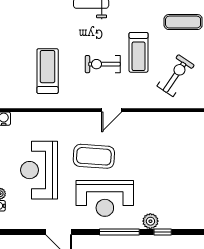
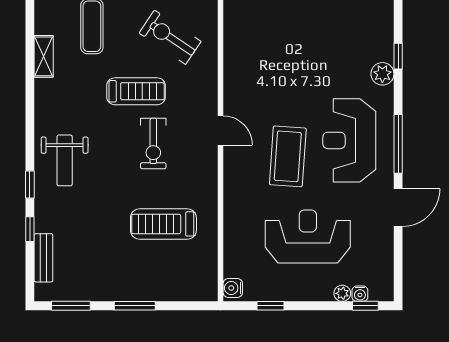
reception desk: (39, 170) -> (308, 236), turned 180
reception desk: (105, 198) -> (349, 140), turned 180
window: (119, 232) -> (398, 144), moved

